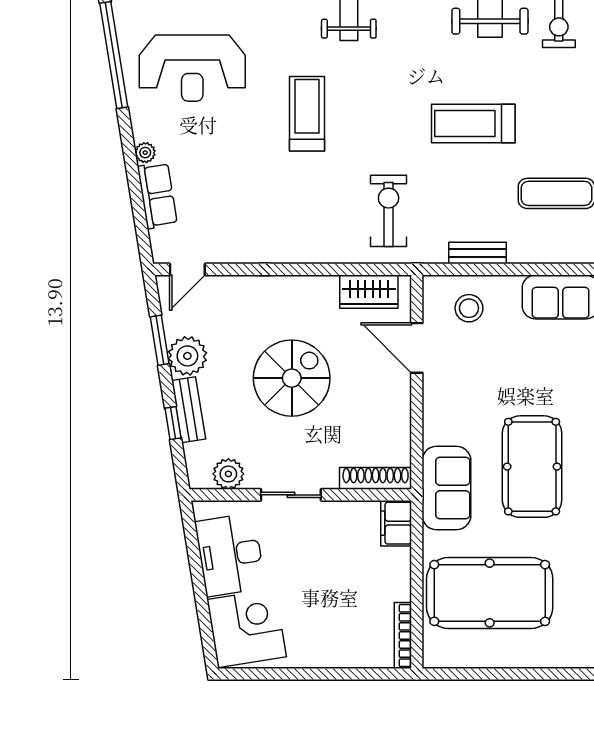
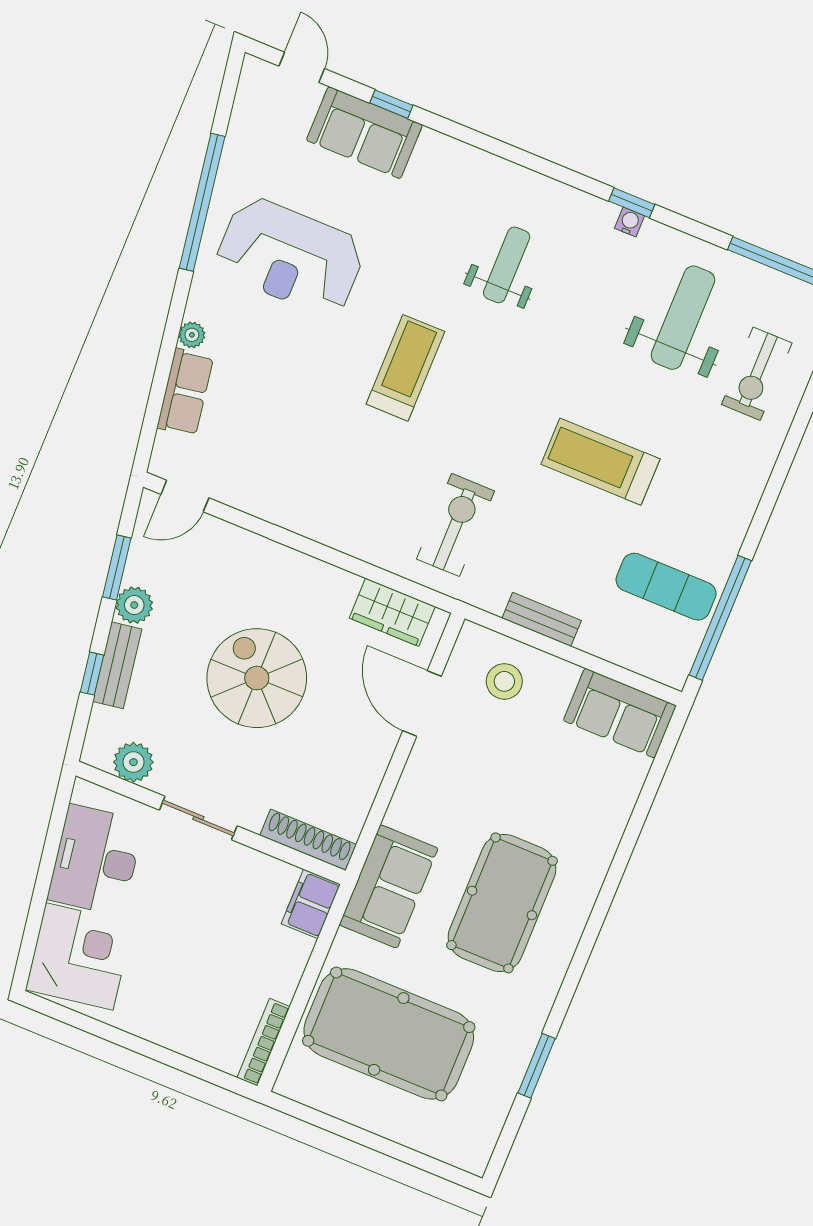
plant: (187, 356) -> (134, 605), width x0.73, depth x0.73
spiral stairs: (292, 378) -> (257, 678), turned -90

